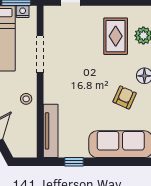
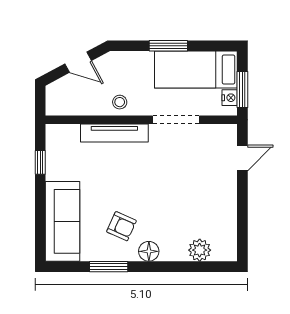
rug: (116, 36) -> (199, 215), removed
tv unit: (51, 131) -> (114, 133), moved

